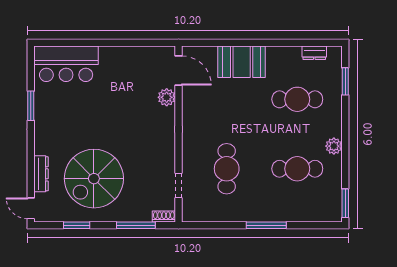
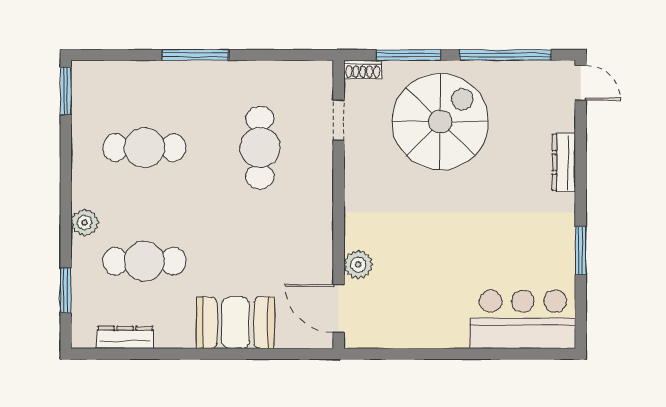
dresser: (314, 53) -> (125, 337), width x1.44
plant: (334, 146) -> (85, 222), moved
dresser: (41, 174) -> (564, 162), moved
spiral stairs: (94, 179) -> (440, 122), moved
window: (77, 225) -> (506, 55), width x2.11

